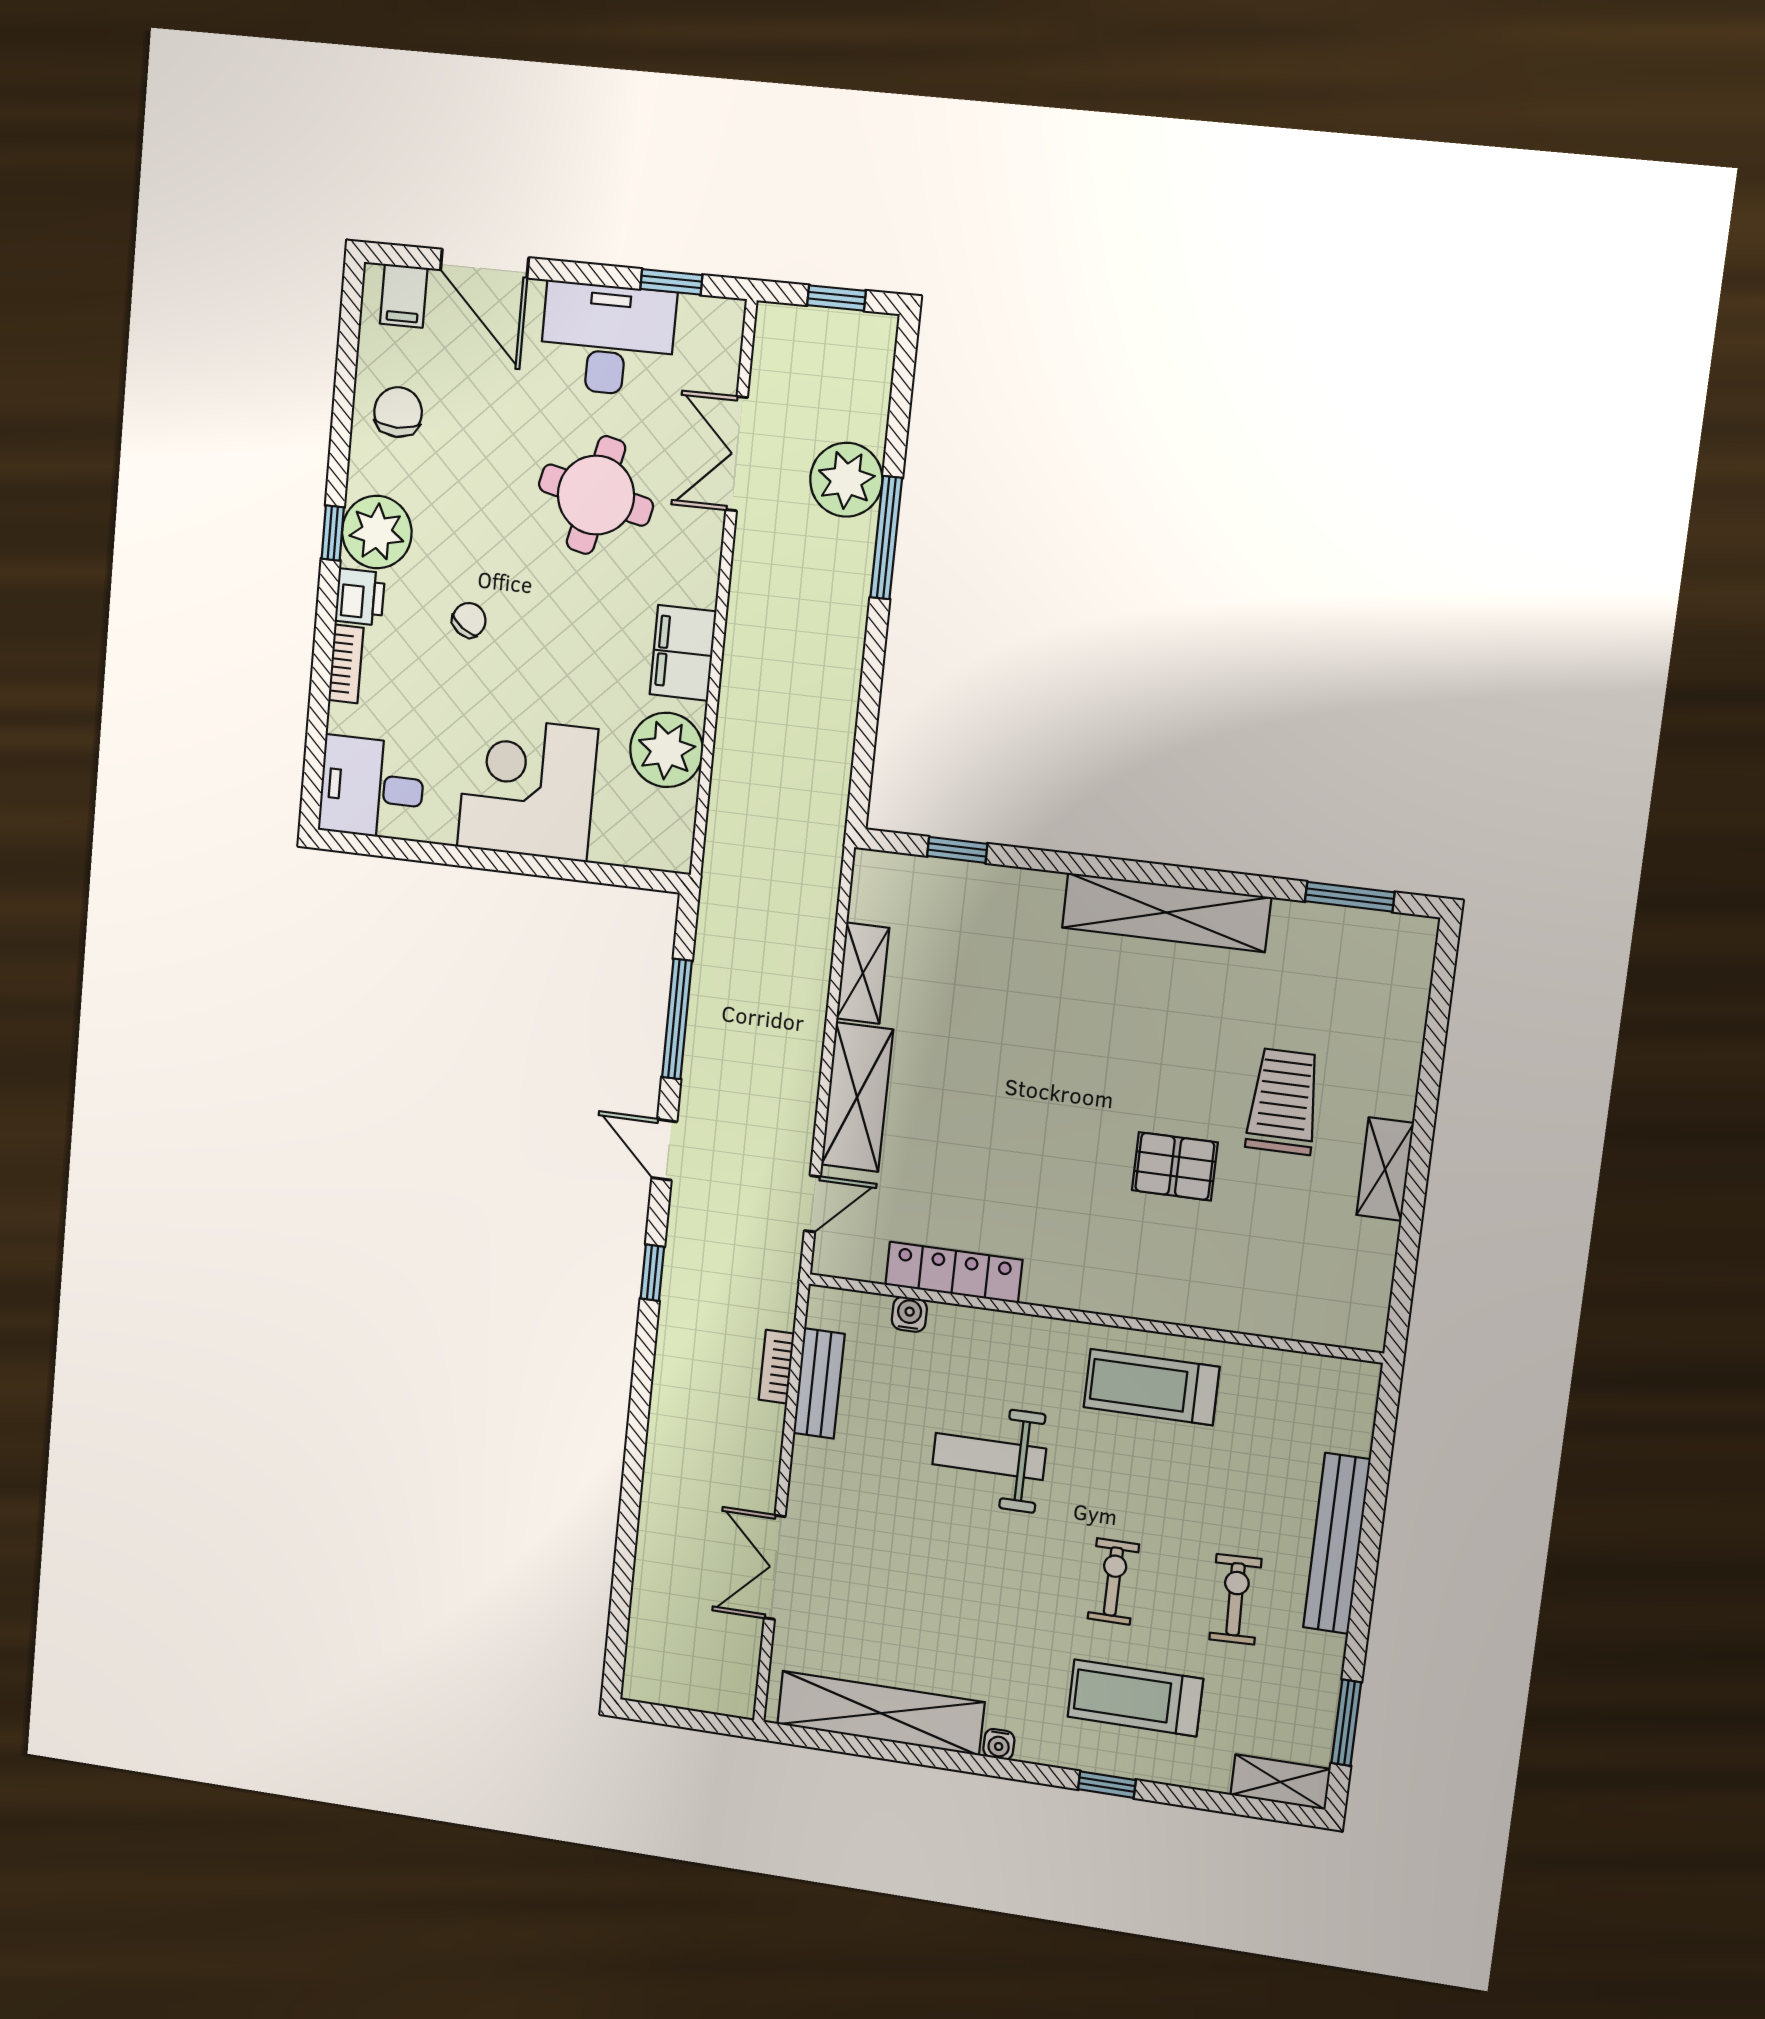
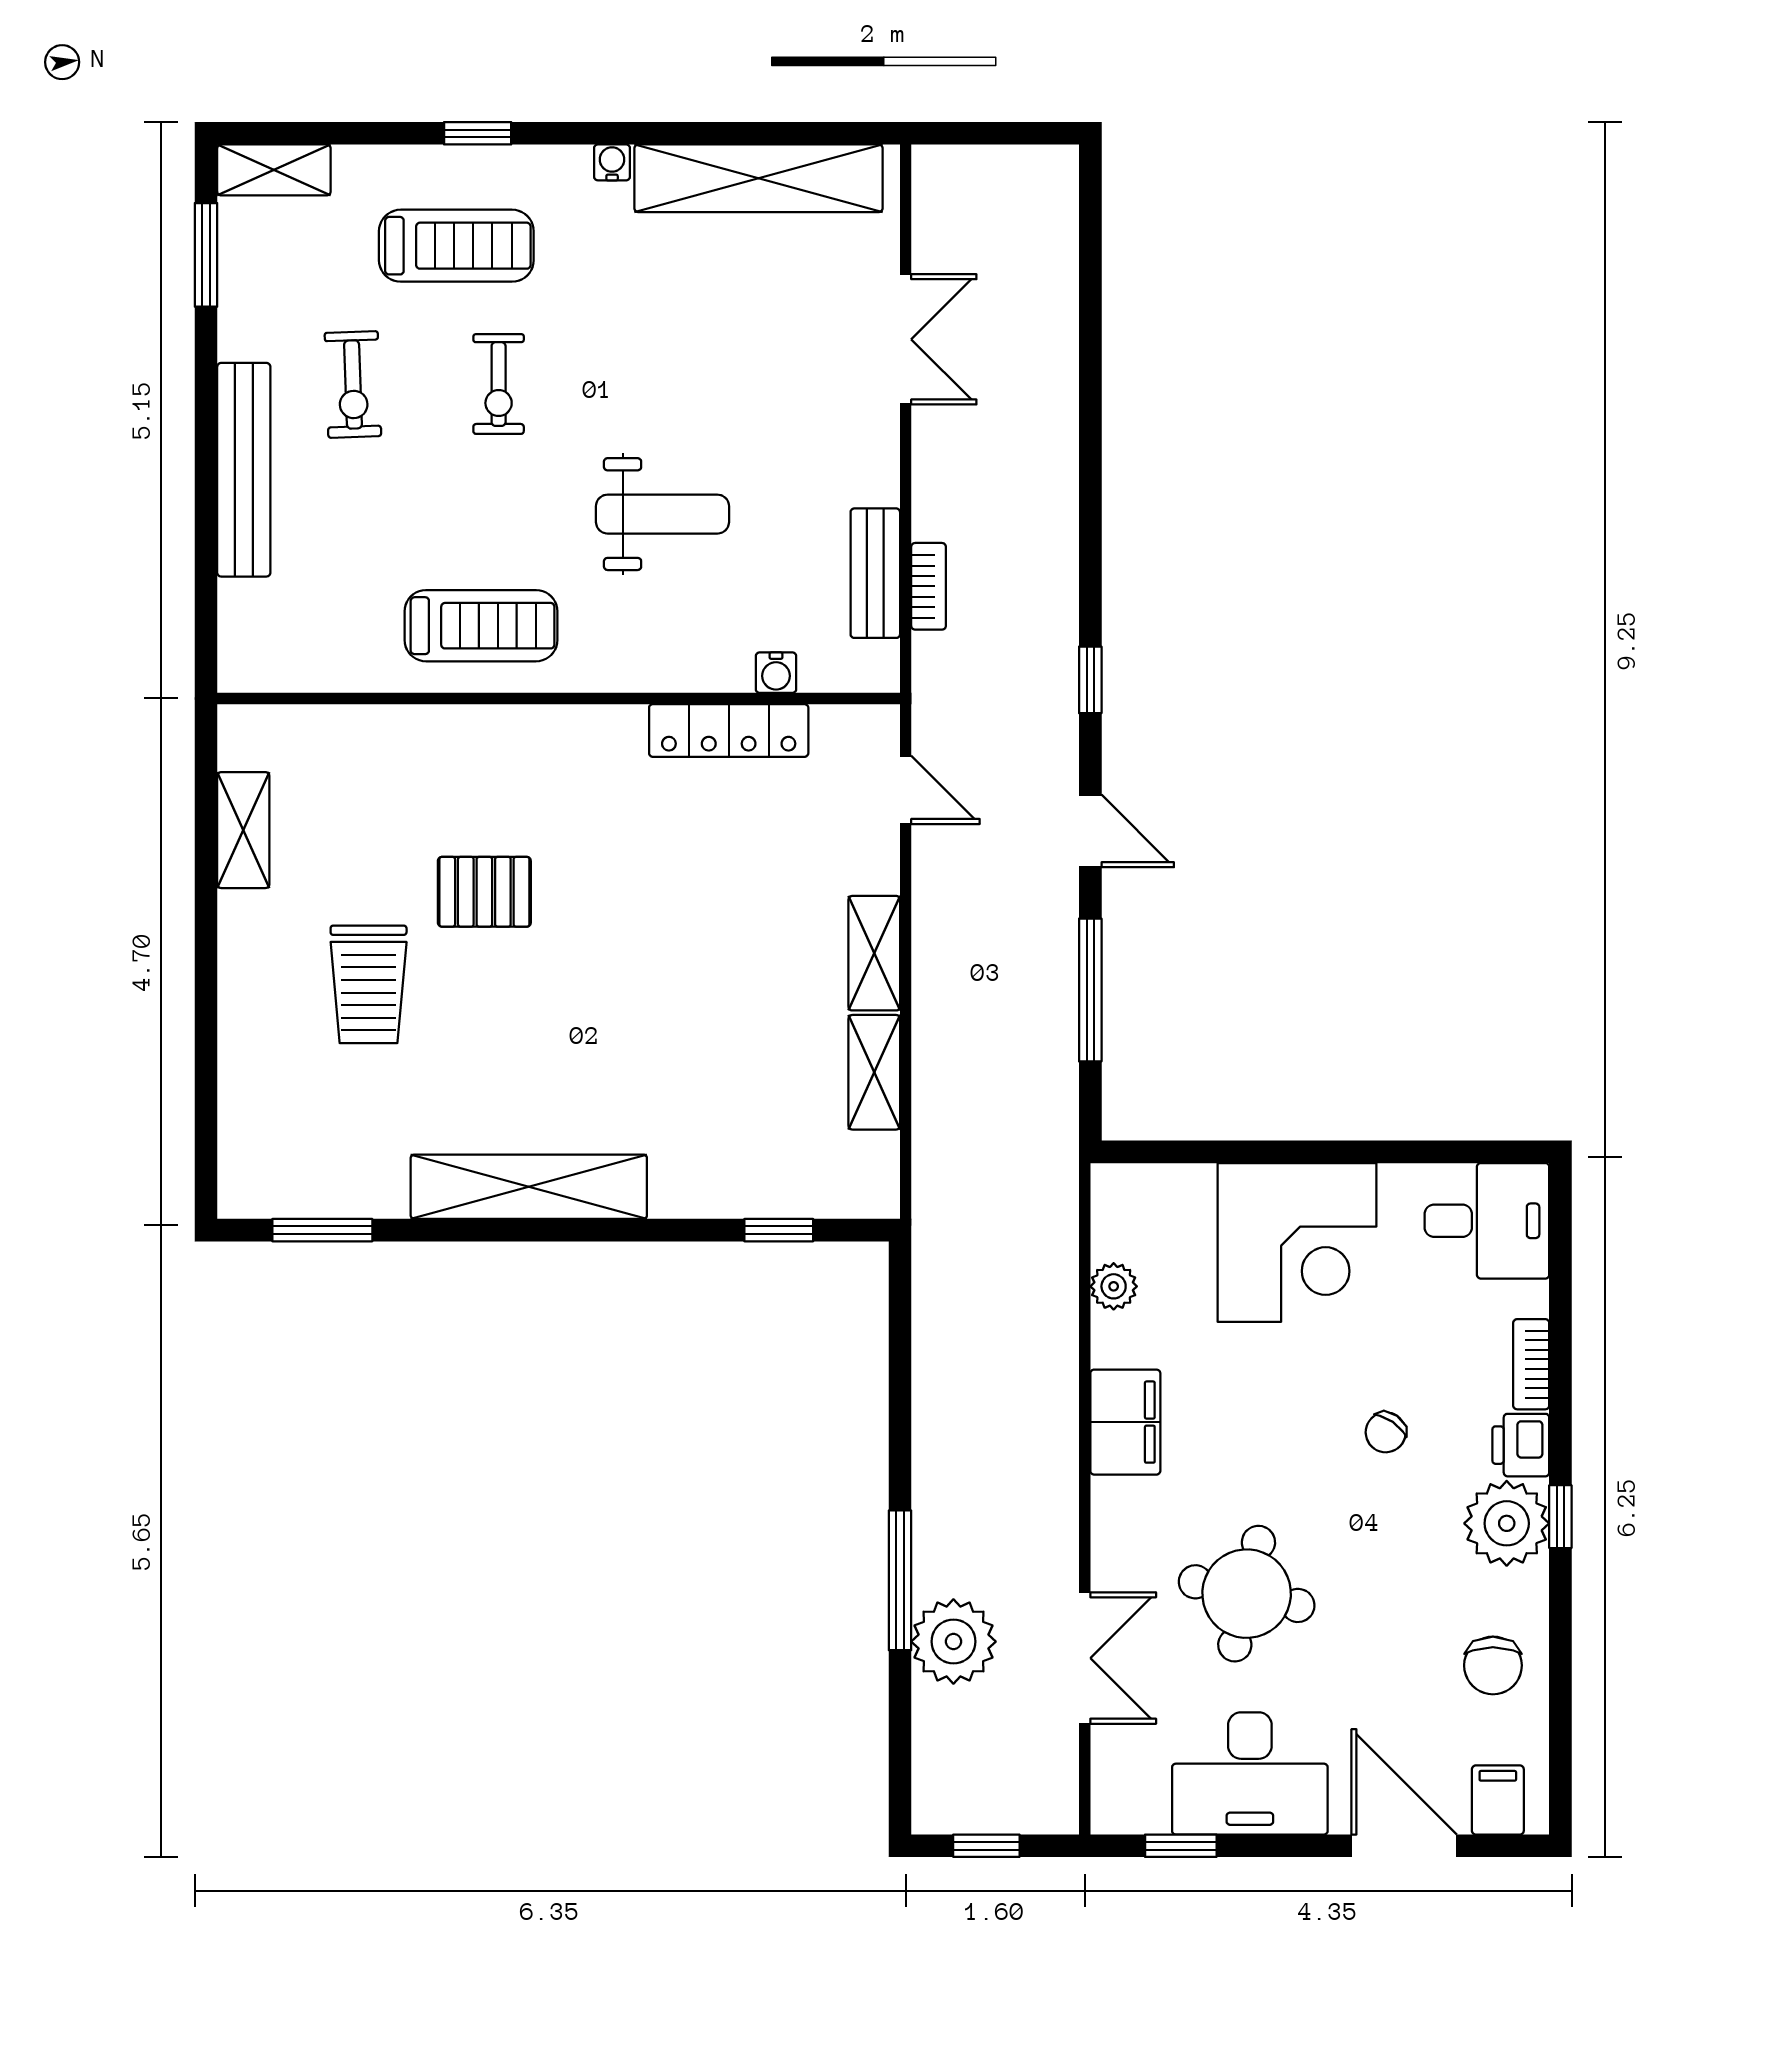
plant: (667, 750) -> (1114, 1286), width x0.53, depth x0.53
shelving: (857, 1097) -> (874, 953), width x0.67, depth x0.75
shelving: (1385, 1169) -> (243, 830), moved
door: (812, 1204) -> (906, 790), swing flipped

